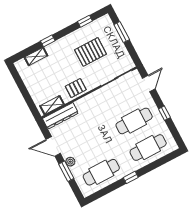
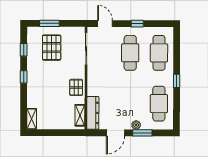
window: (48, 41) -> (24, 77), moved
pallet: (91, 52) -> (52, 48), moved
shelving: (36, 56) -> (32, 119), moved

